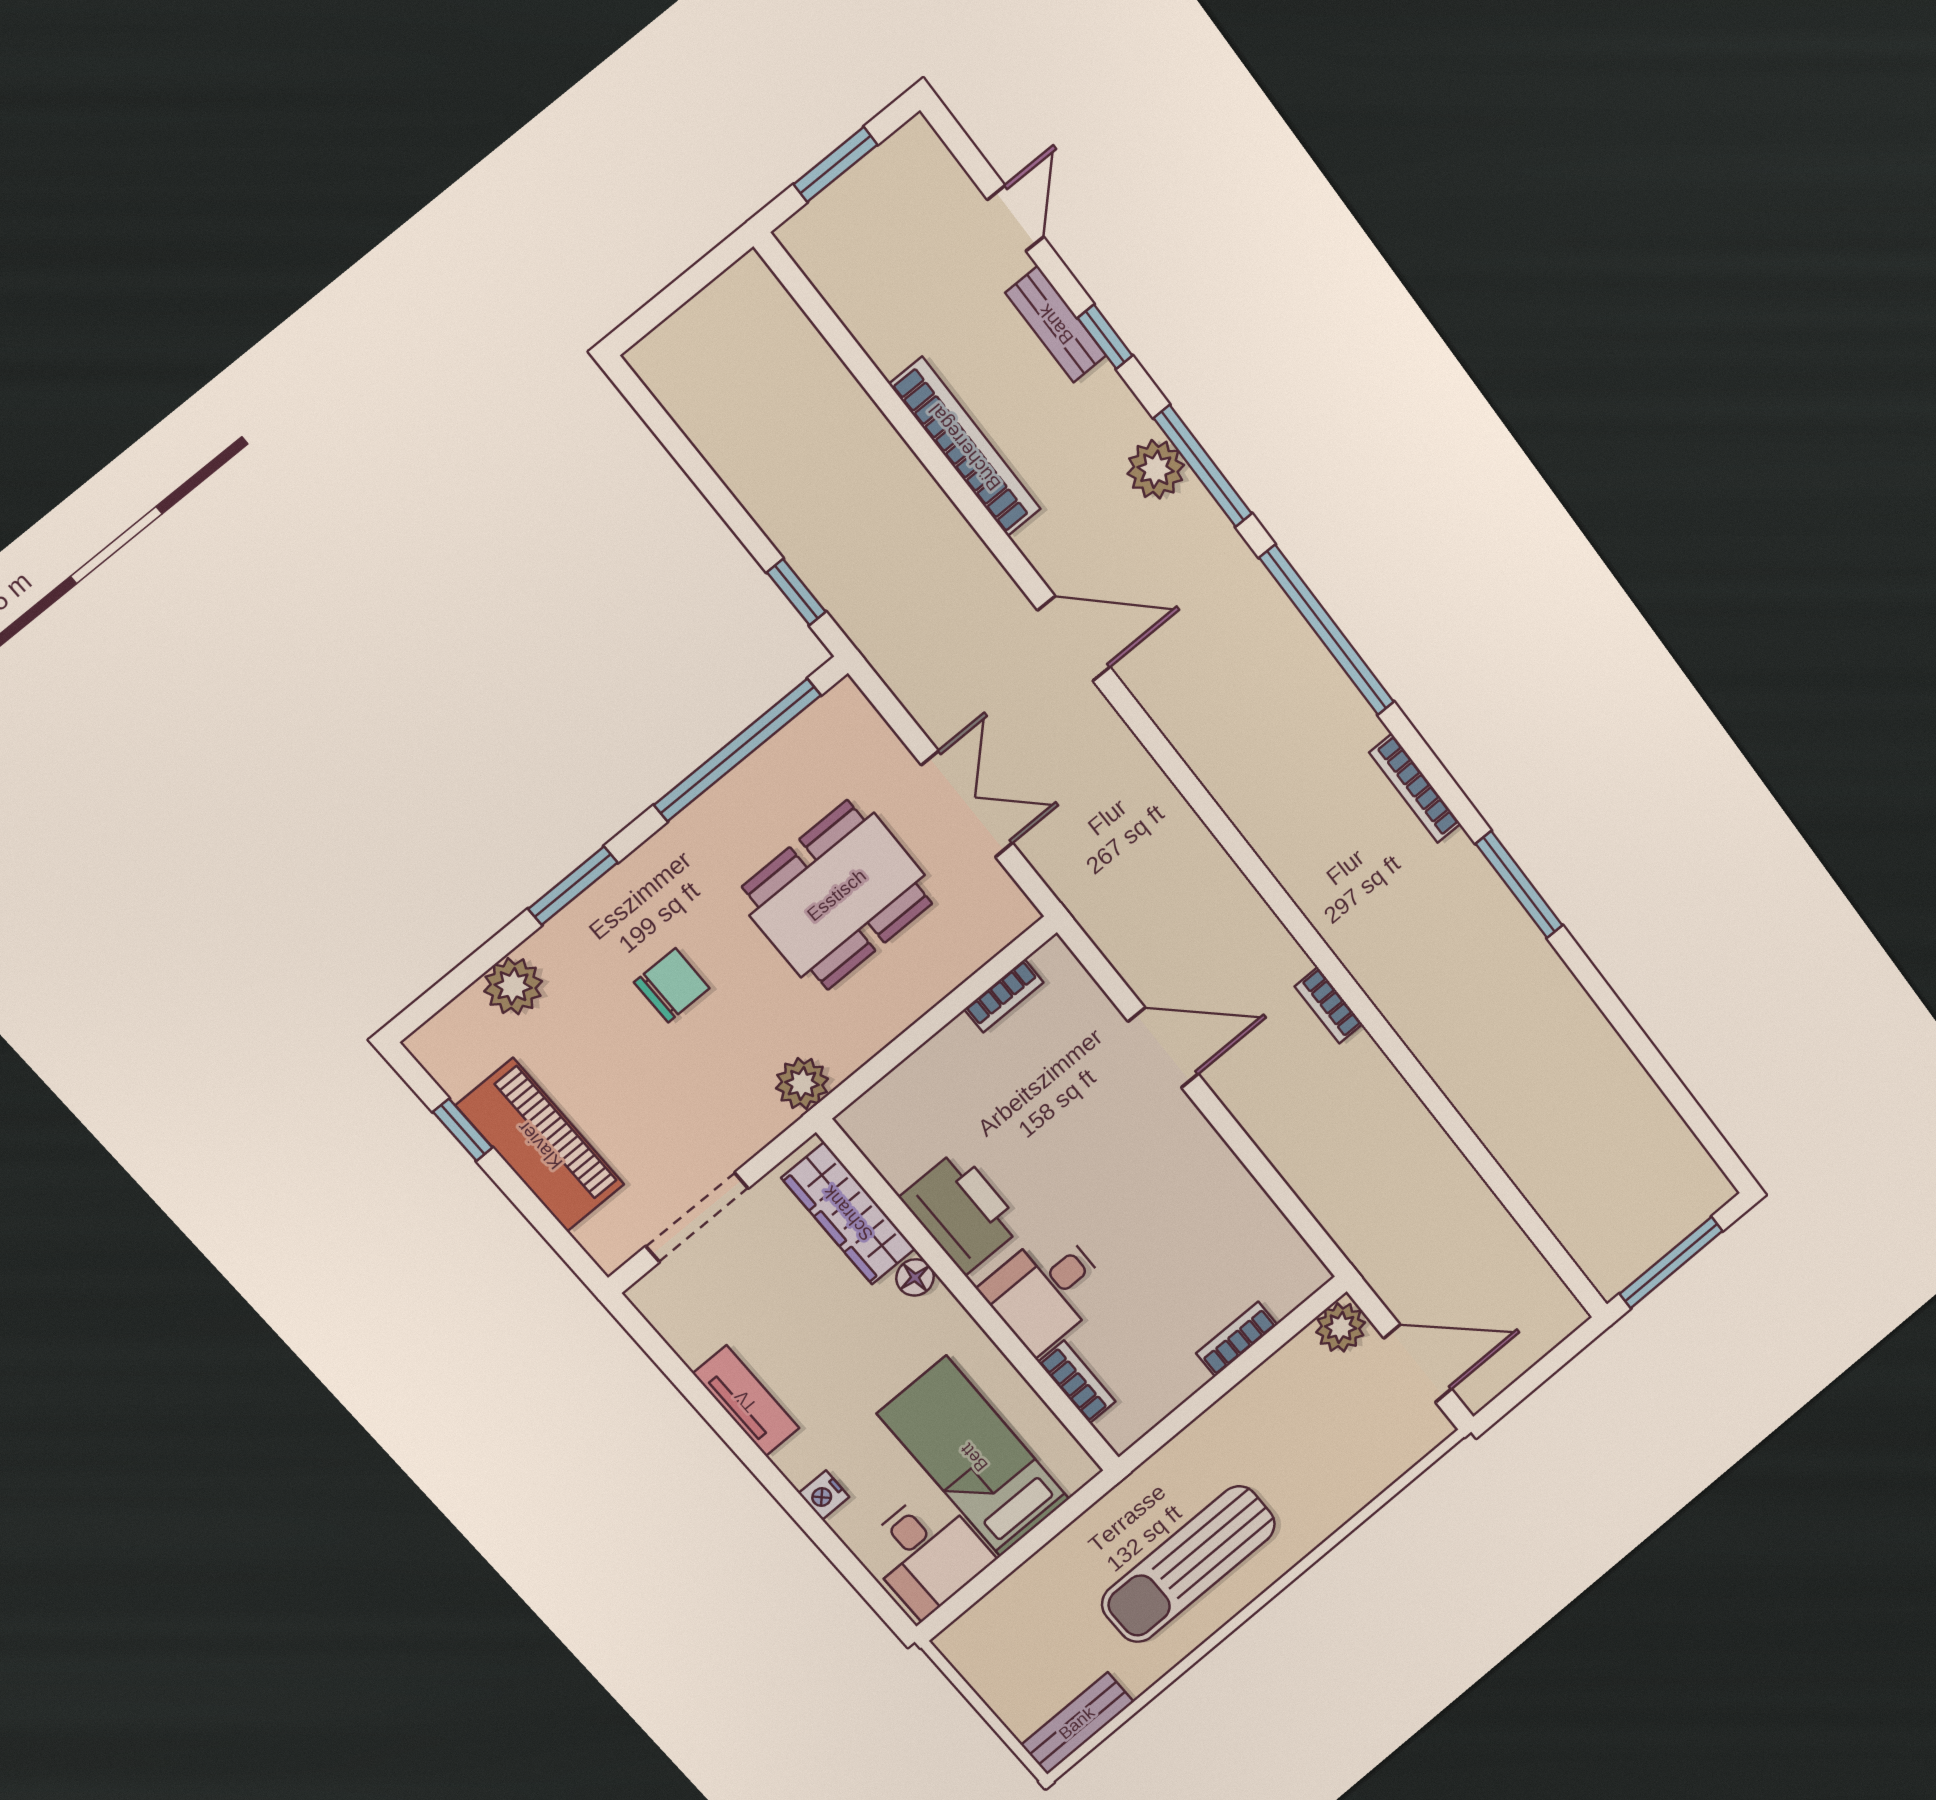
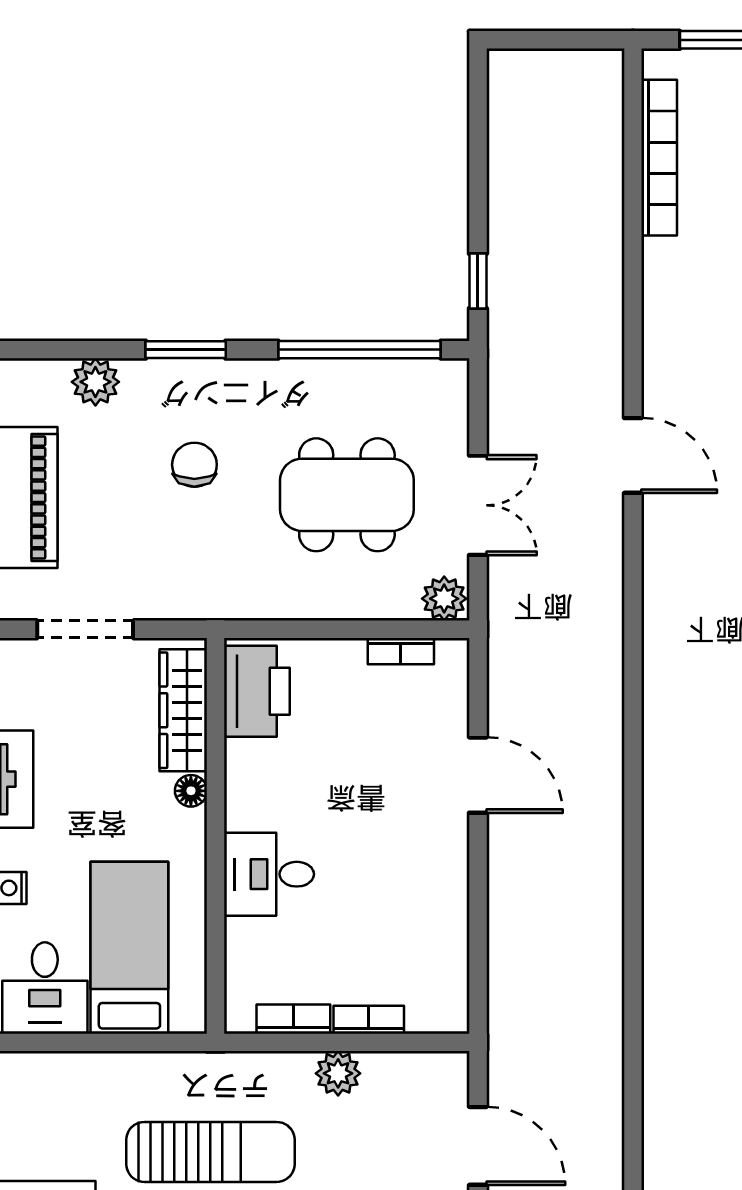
bookcase: (965, 447) -> (659, 158), moved
chair: (672, 985) -> (194, 465), turned -90
bookcase: (1329, 1005) -> (611, 840), removed
plant: (802, 1084) -> (444, 599), moved
printer: (962, 1212) -> (257, 691), moved
plant: (1341, 1327) -> (338, 1073), moved
bookcase: (1077, 1382) -> (293, 1019), moved, turned -90
sun lounger: (1188, 1564) -> (210, 1152), turned 180

